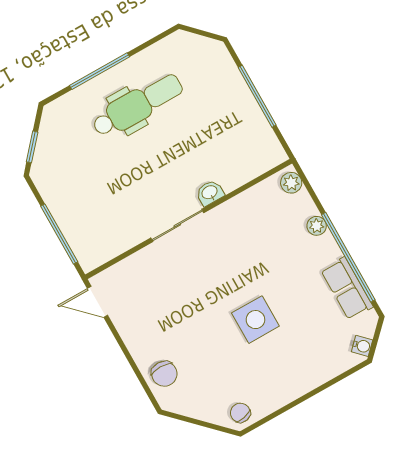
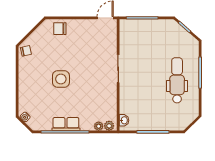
dental chair: (137, 105) -> (177, 80), turned 180
washbasin: (210, 193) -> (124, 120), moved
plant: (317, 226) -> (99, 126), moved
row of seats: (347, 288) -> (66, 124), moved

